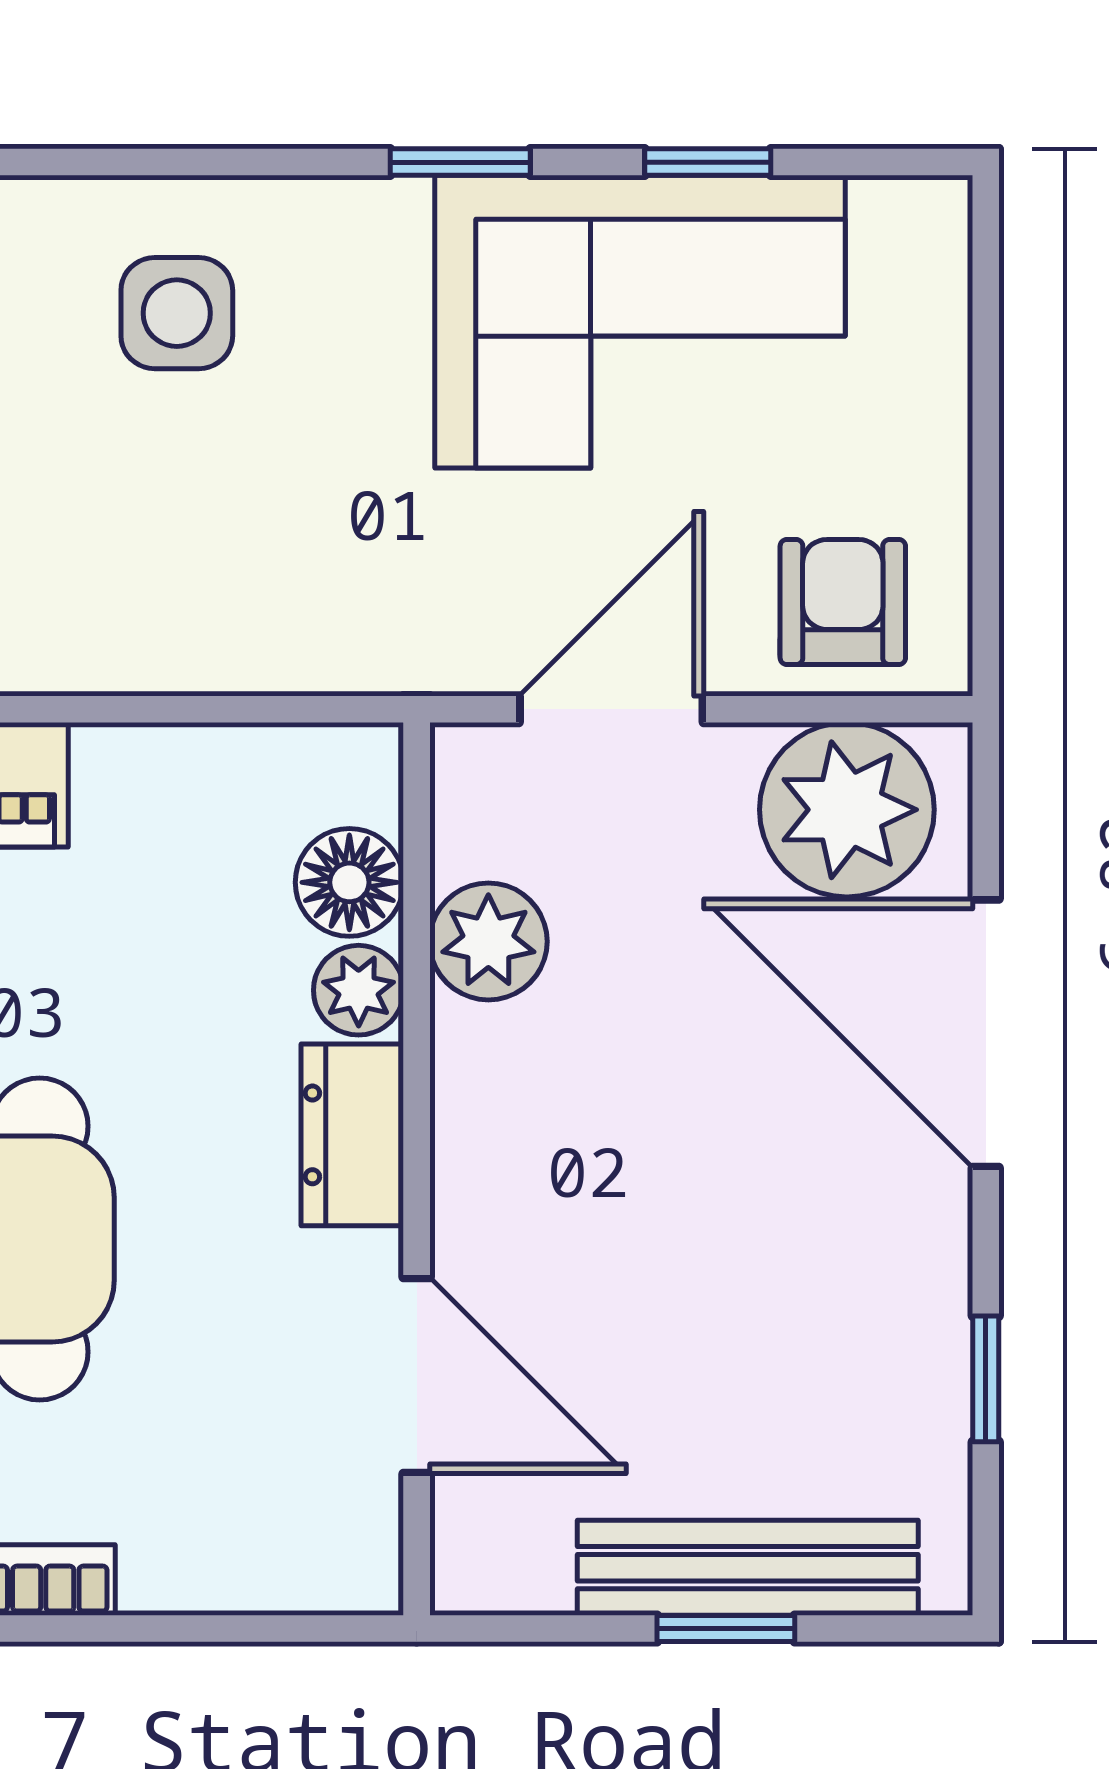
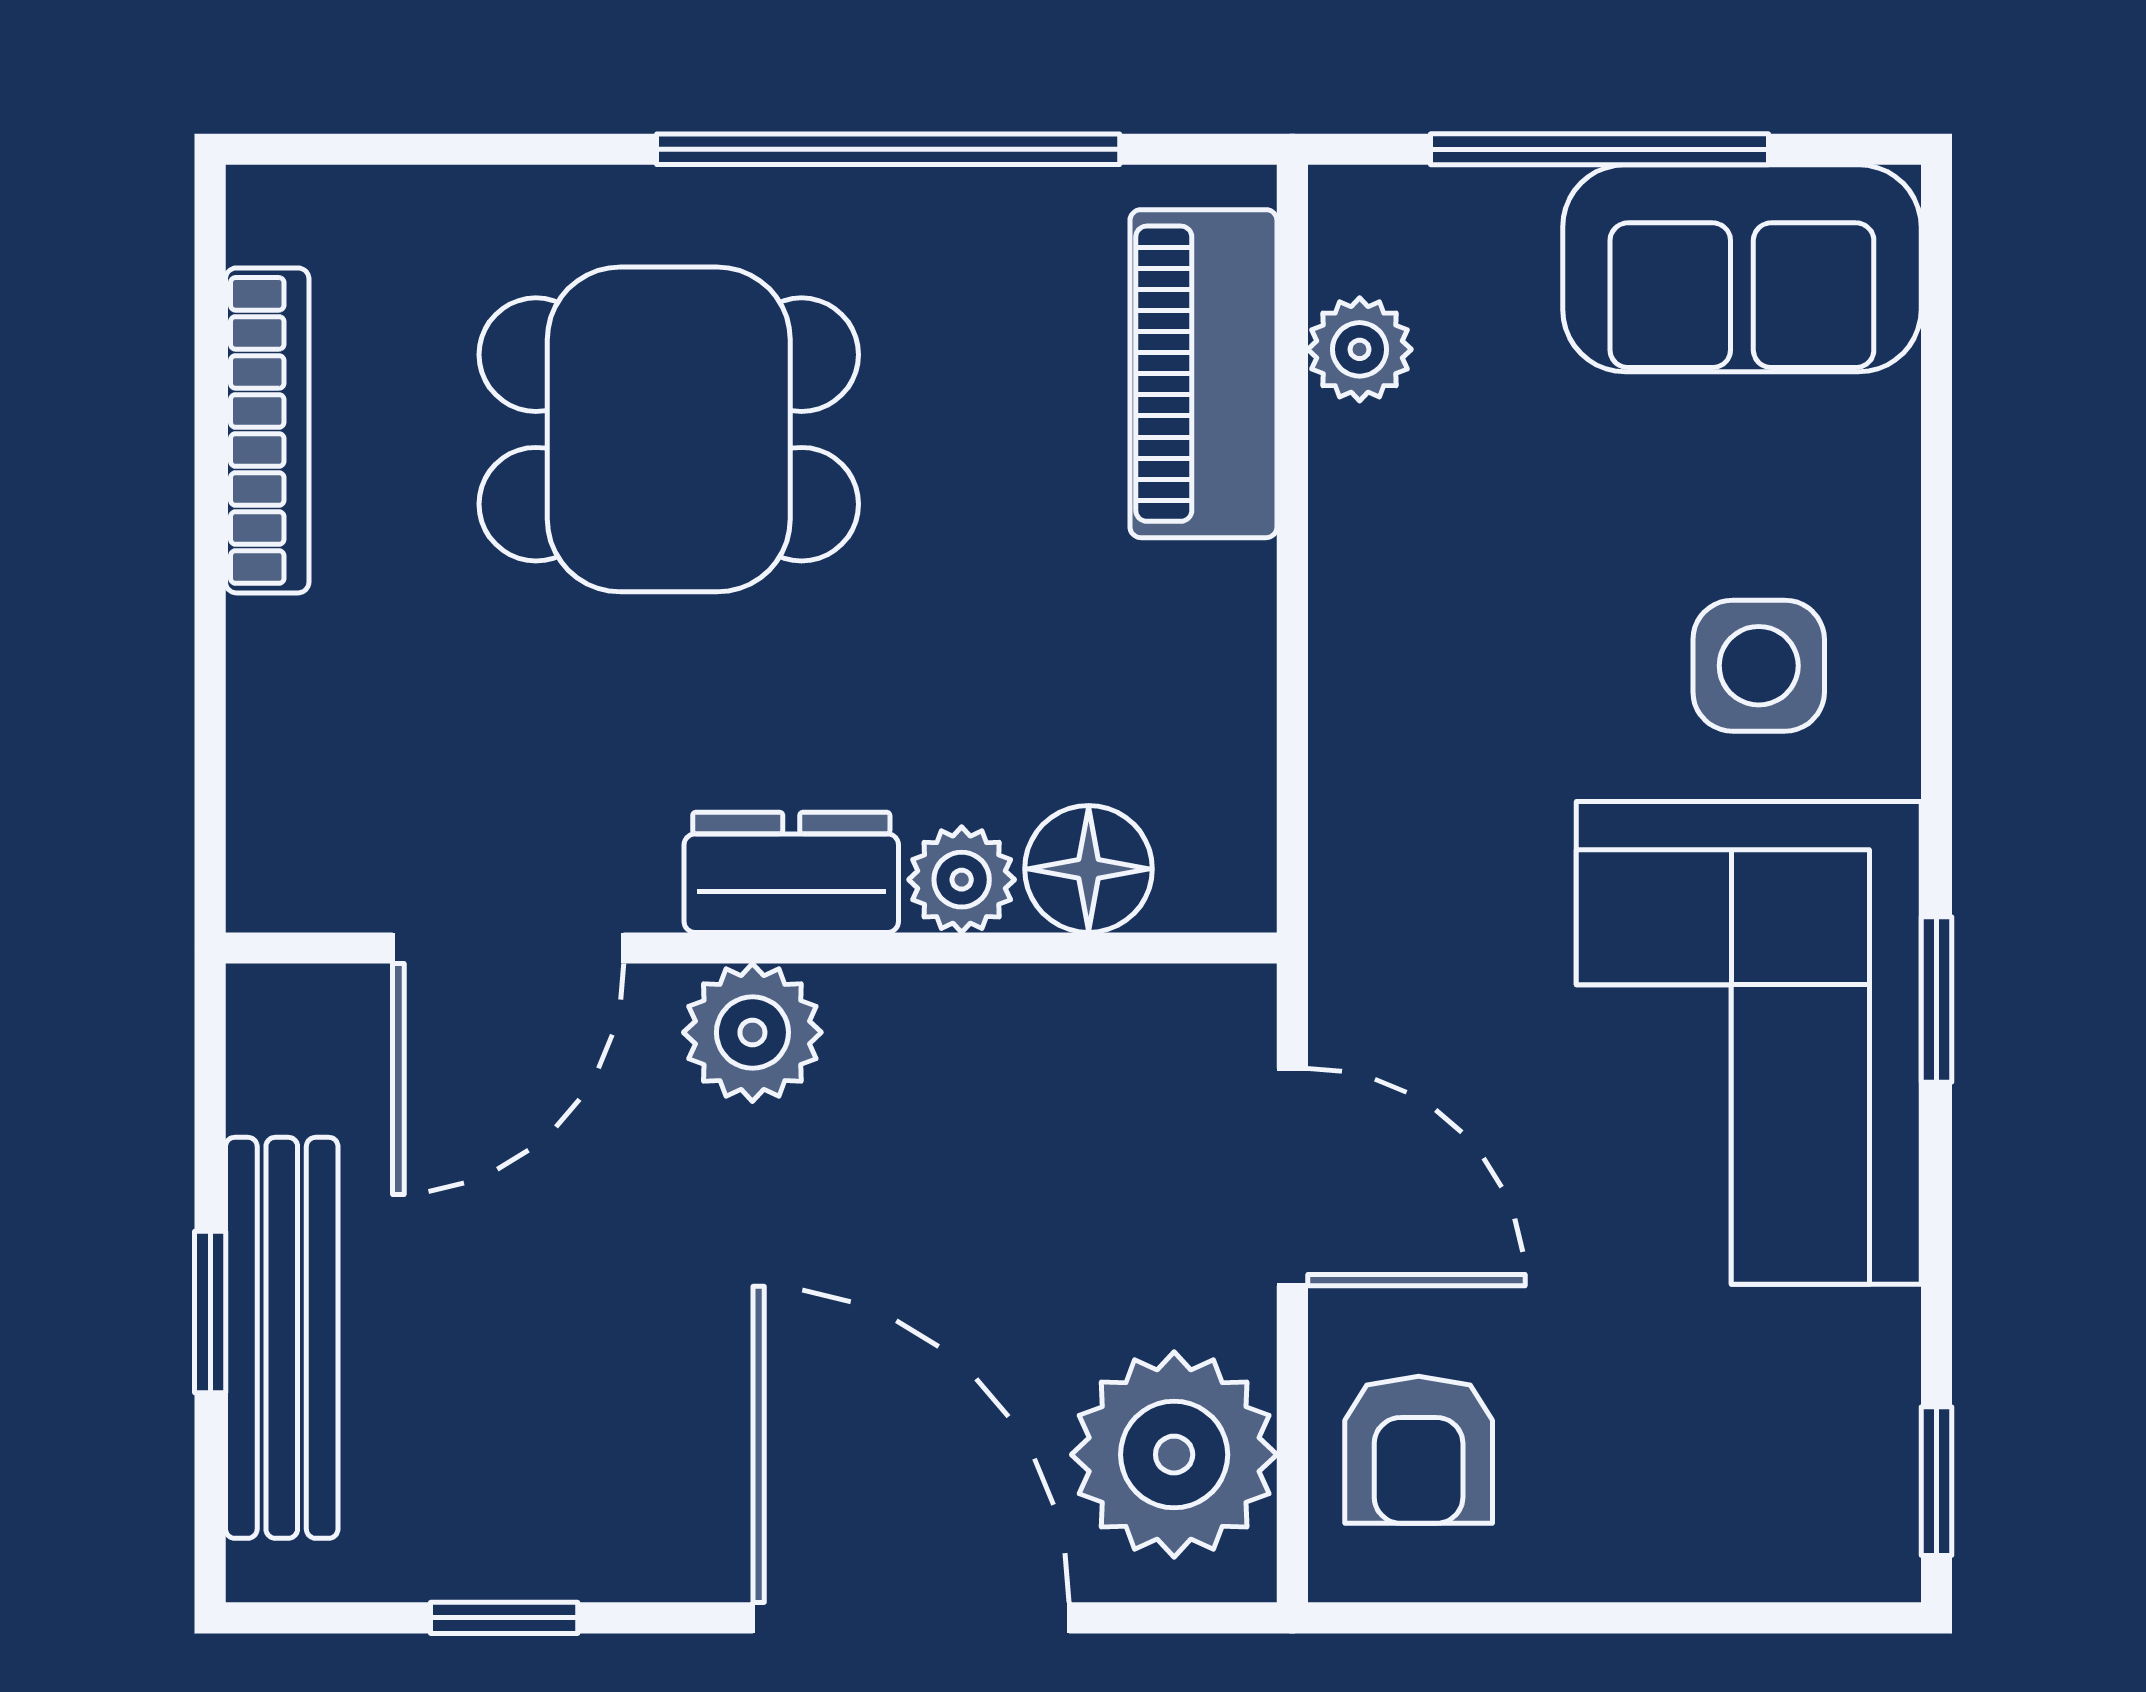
window: (708, 162) -> (1936, 1481), moved
corner sofa: (640, 322) -> (1749, 1043), moved
armchair: (843, 602) -> (1419, 1450), turned 90
plant: (488, 941) -> (752, 1032), moved
door: (986, 1033) -> (911, 1618), hinge flipped

